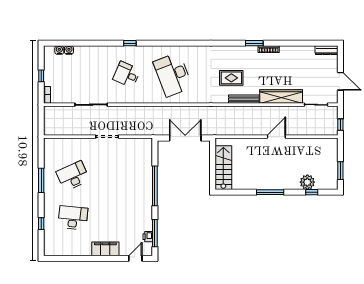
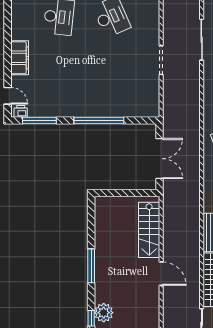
stairs: (223, 168) -> (149, 230), moved, turned 90
printer: (148, 237) -> (21, 111), moved

